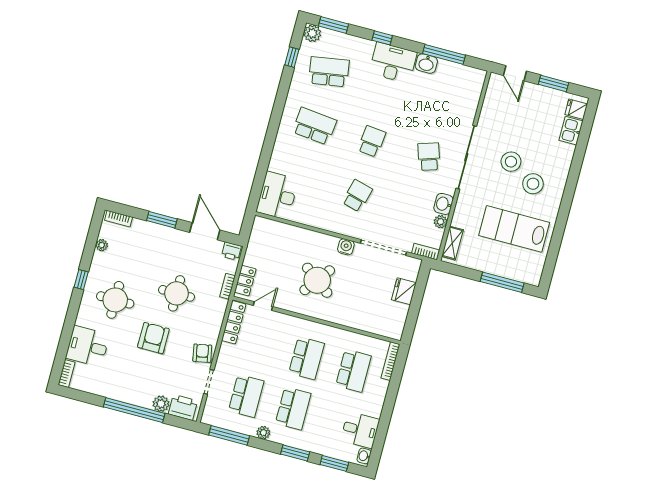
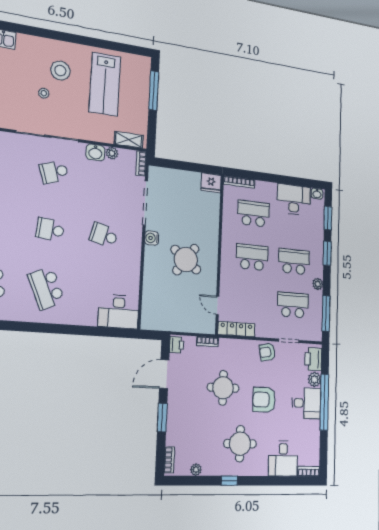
school desk: (314, 126) -> (46, 288), turned -30
stool: (511, 162) -> (44, 93), width x0.53, depth x0.53
locker: (245, 281) -> (199, 326), removed
fridge: (404, 291) -> (211, 183), moved
desk: (138, 388) -> (306, 403), added
desk: (360, 430) -> (294, 200), width x1.37

